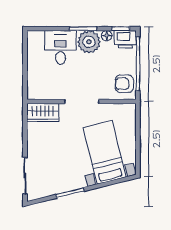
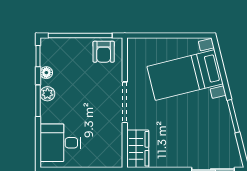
printer: (125, 39) -> (51, 51), removed
plant: (89, 42) -> (47, 94), width x0.53, depth x0.53
desk: (61, 47) -> (60, 143), moved

